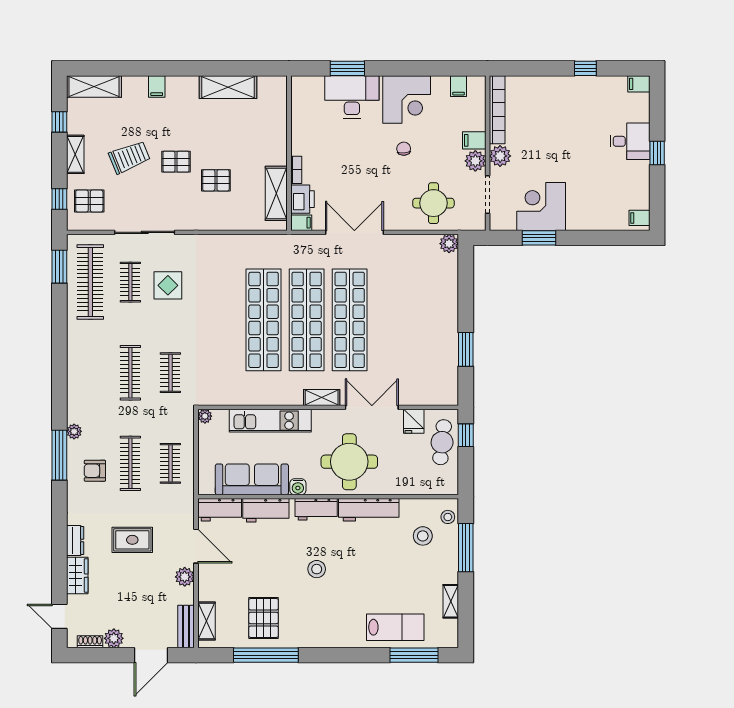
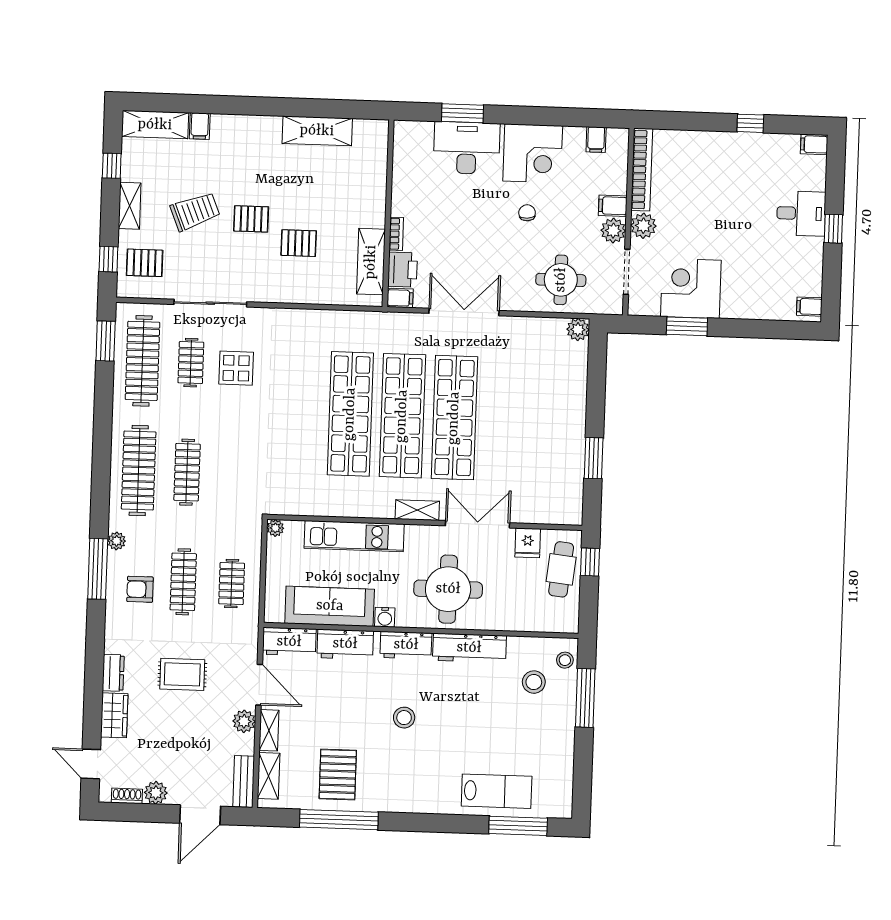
filing cabinet: (157, 86) -> (200, 126), moved
clothes rail: (170, 373) -> (139, 471), moved, width x1.86, depth x1.31
shelving: (451, 601) -> (269, 730), moved

